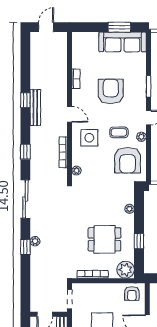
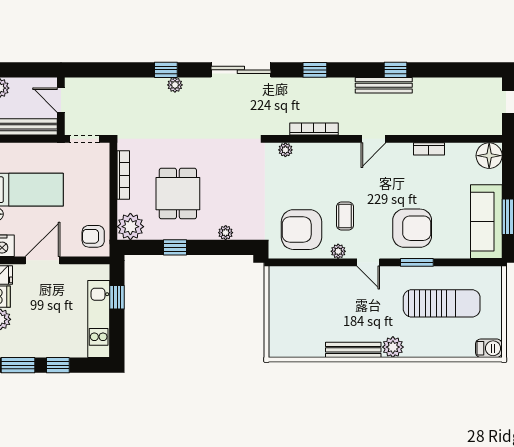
floor lamp: (80, 40) -> (489, 156), added
armchair: (111, 91) -> (412, 228), moved
side table: (89, 138) -> (337, 170), removed

